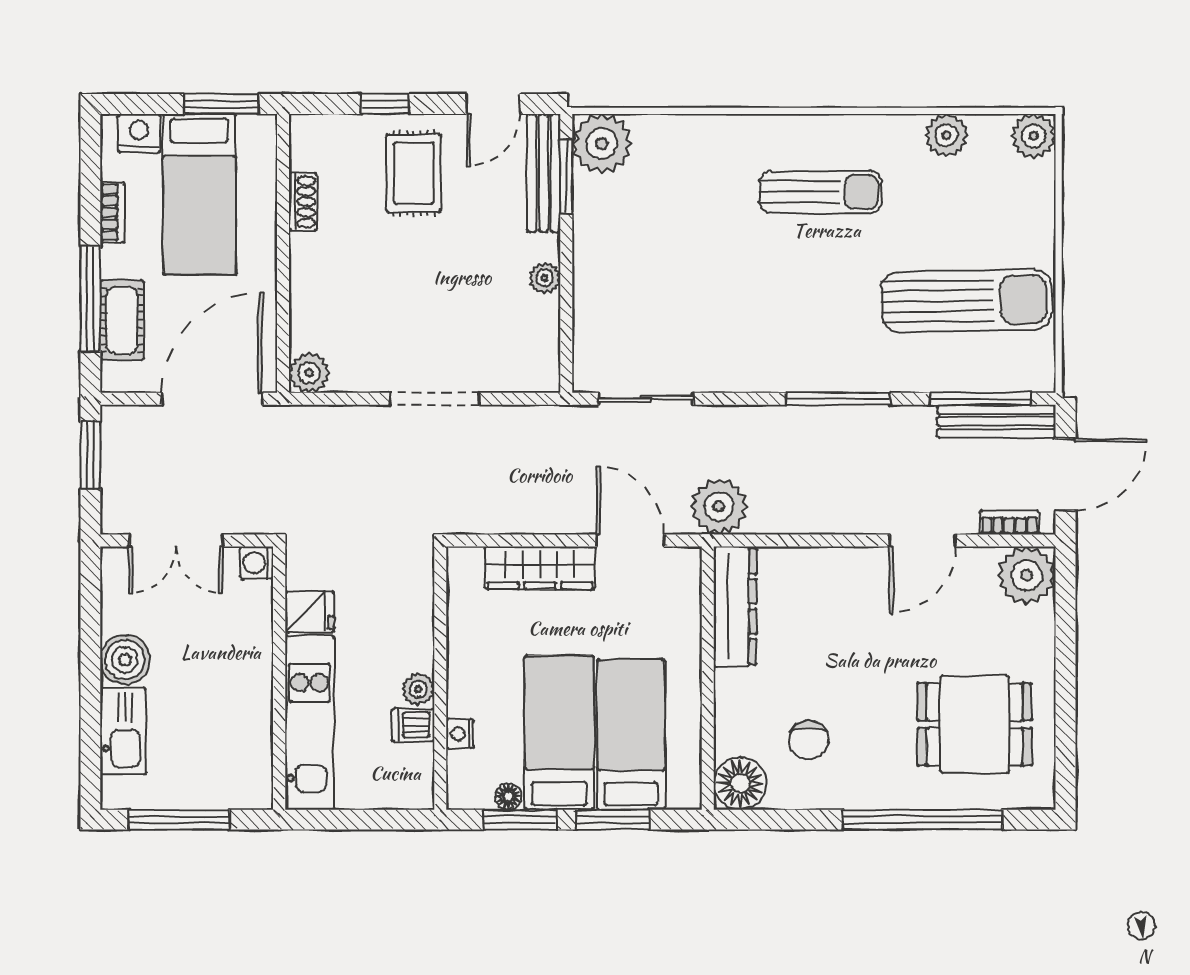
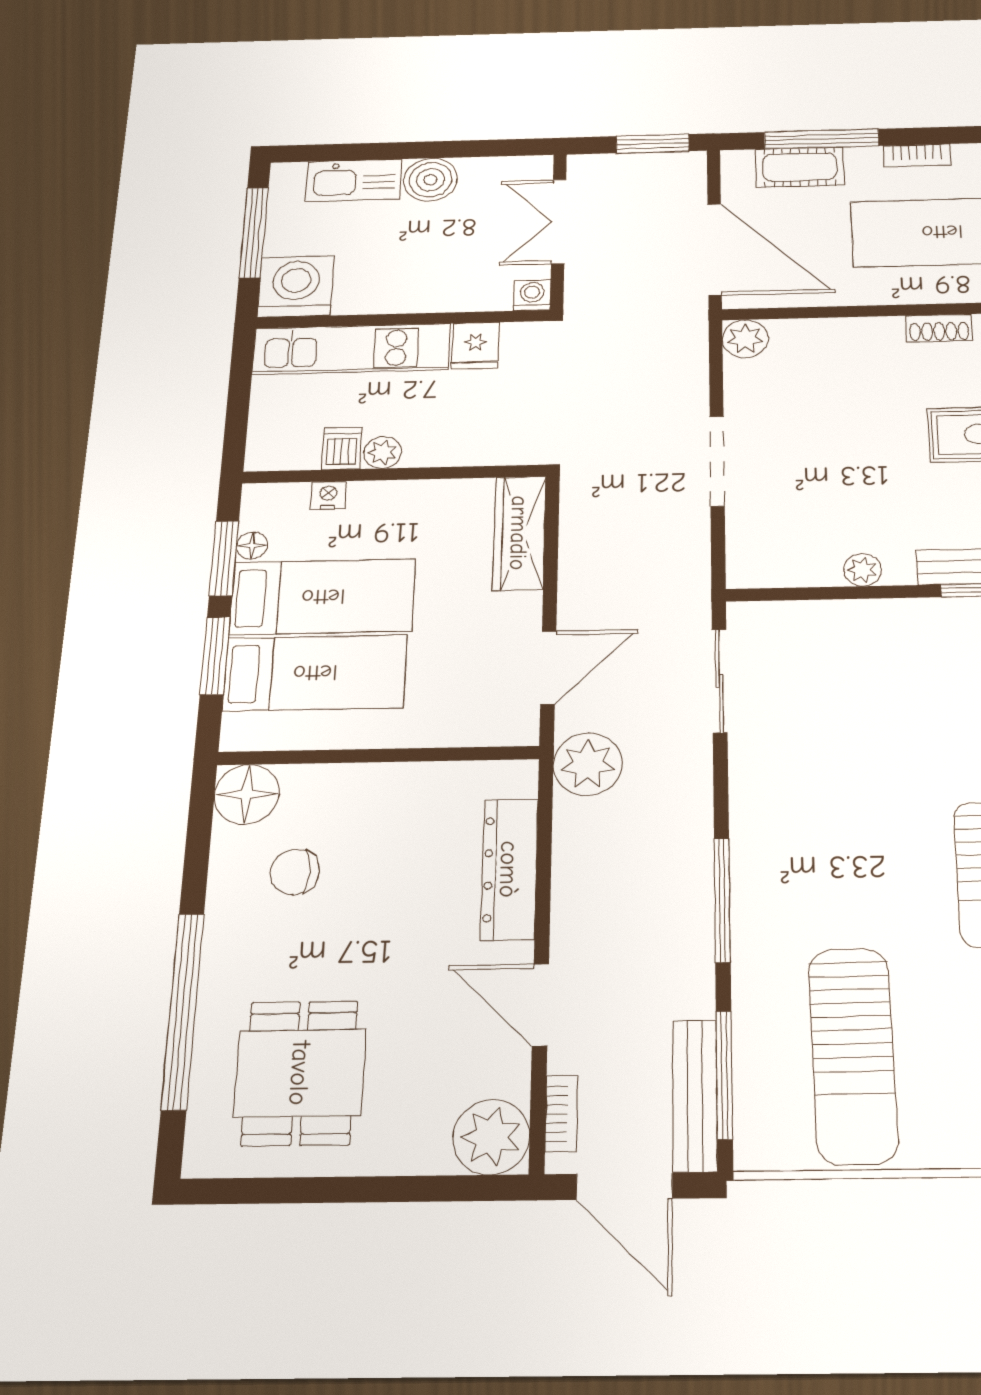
wardrobe: (540, 568) -> (519, 533), moved
dresser: (735, 606) -> (509, 869), moved, turned 90
washing machine: (240, 777) -> (296, 286), added

